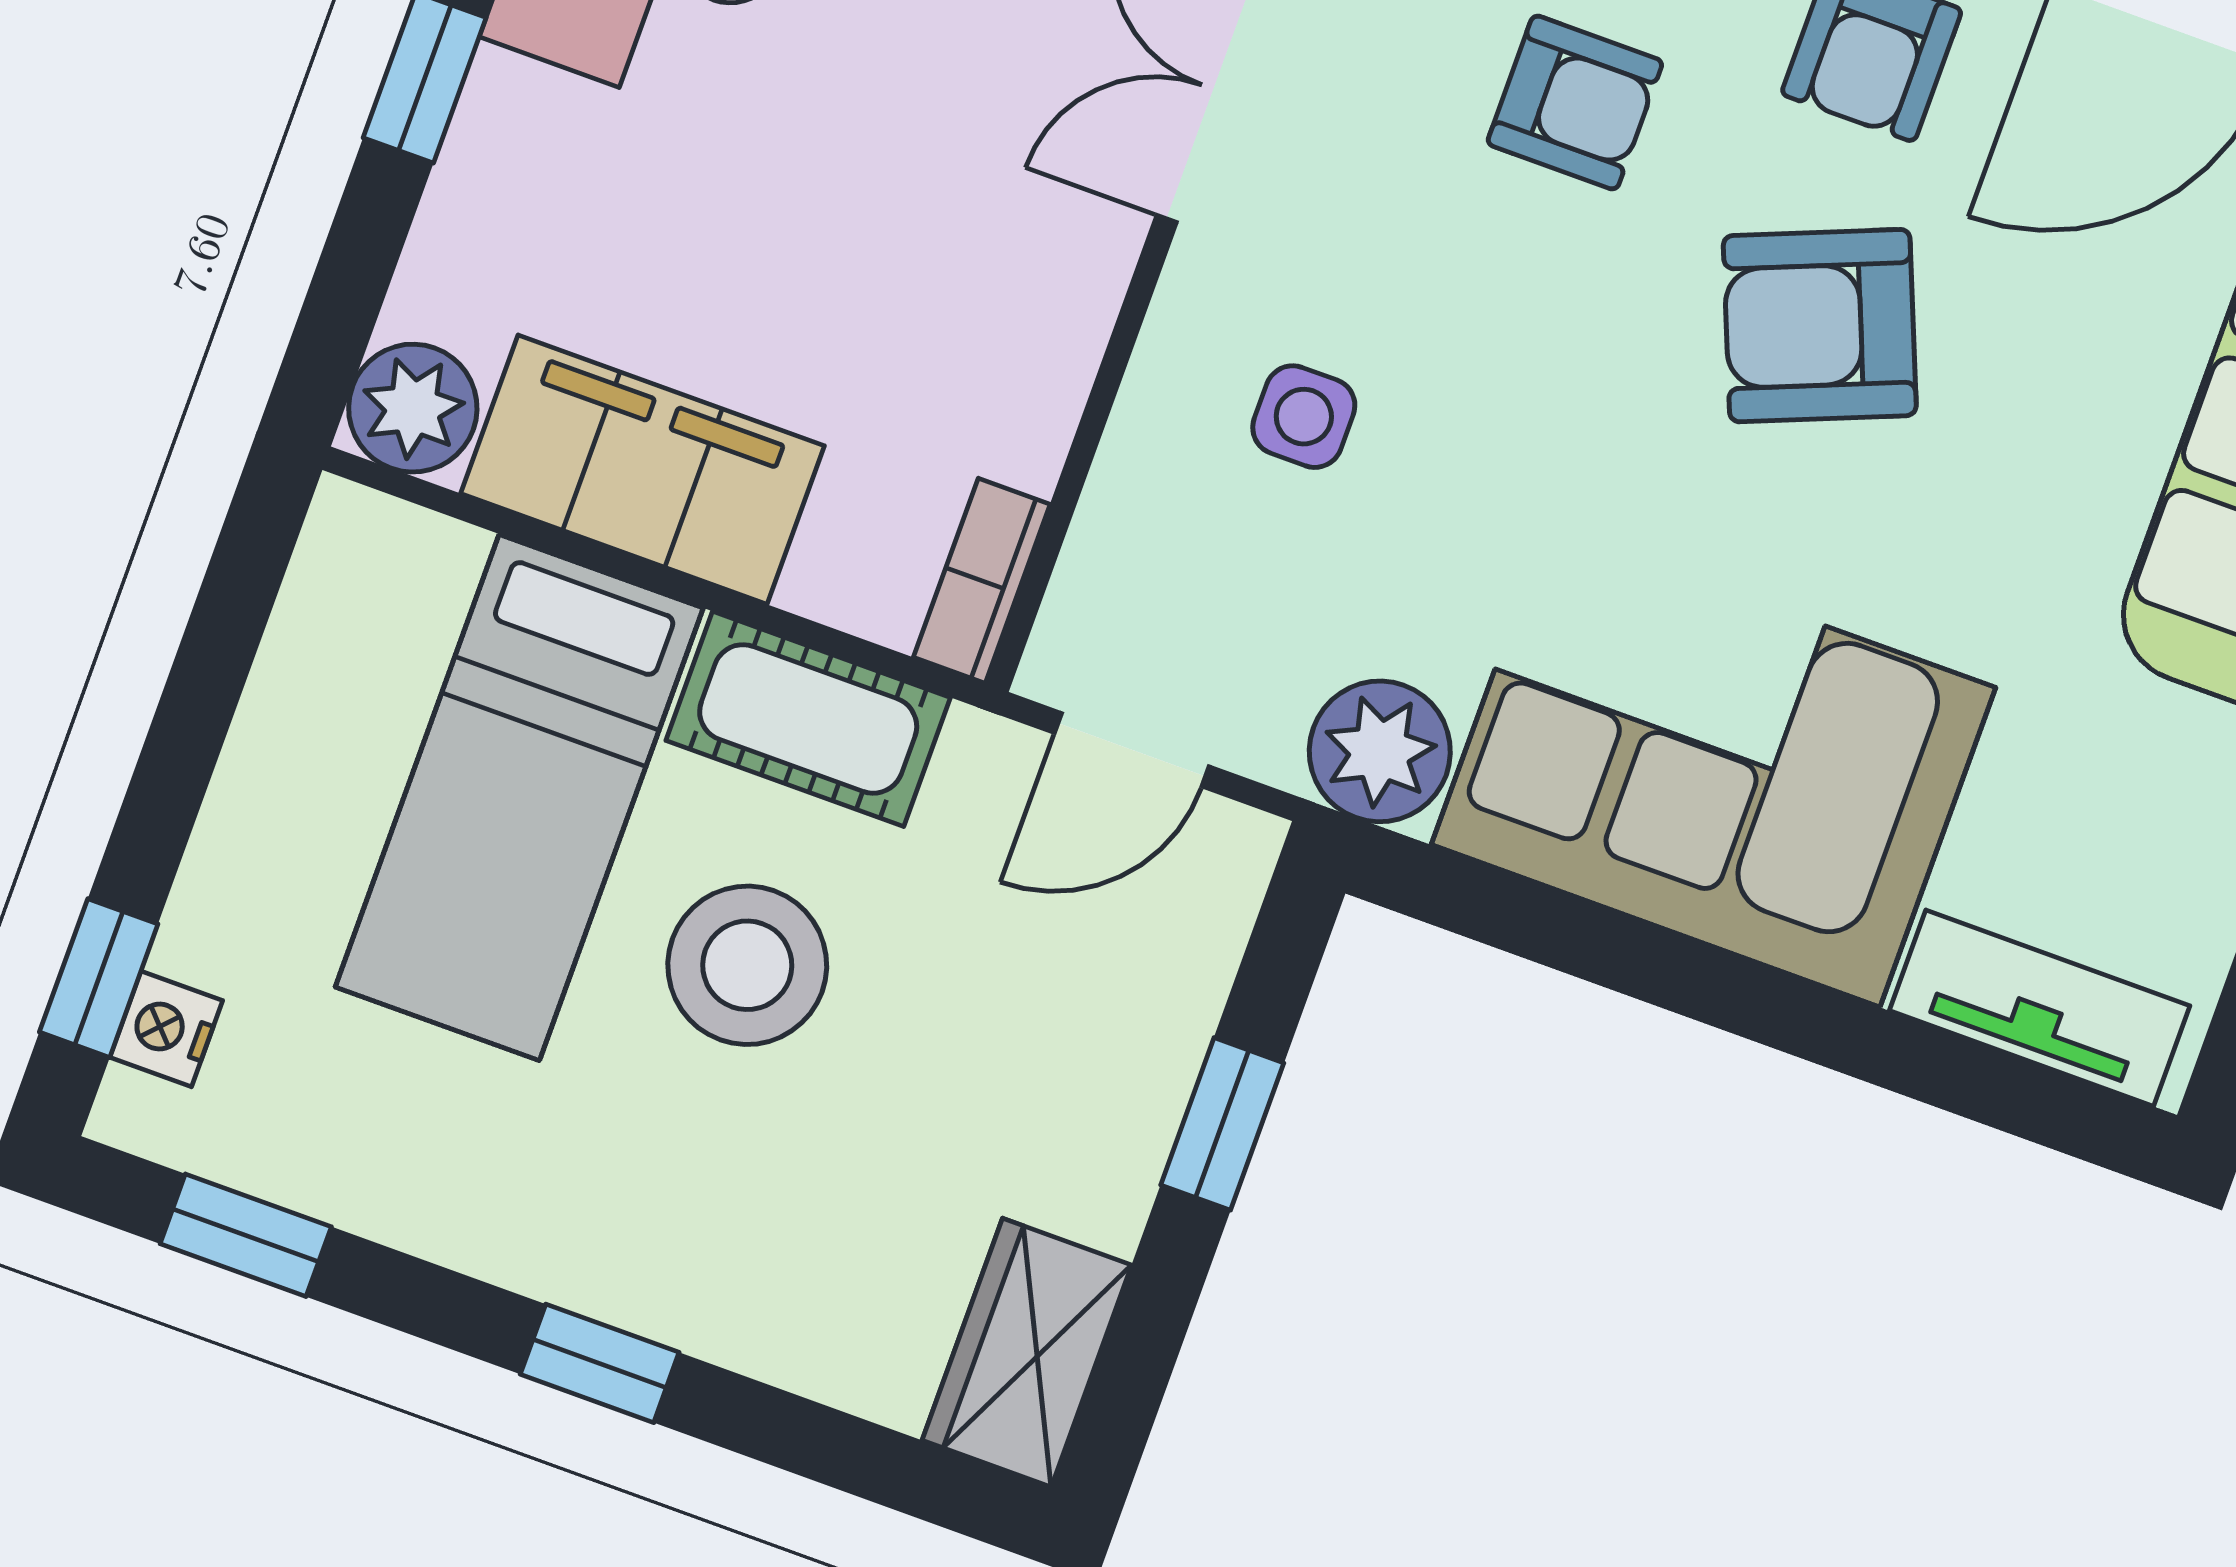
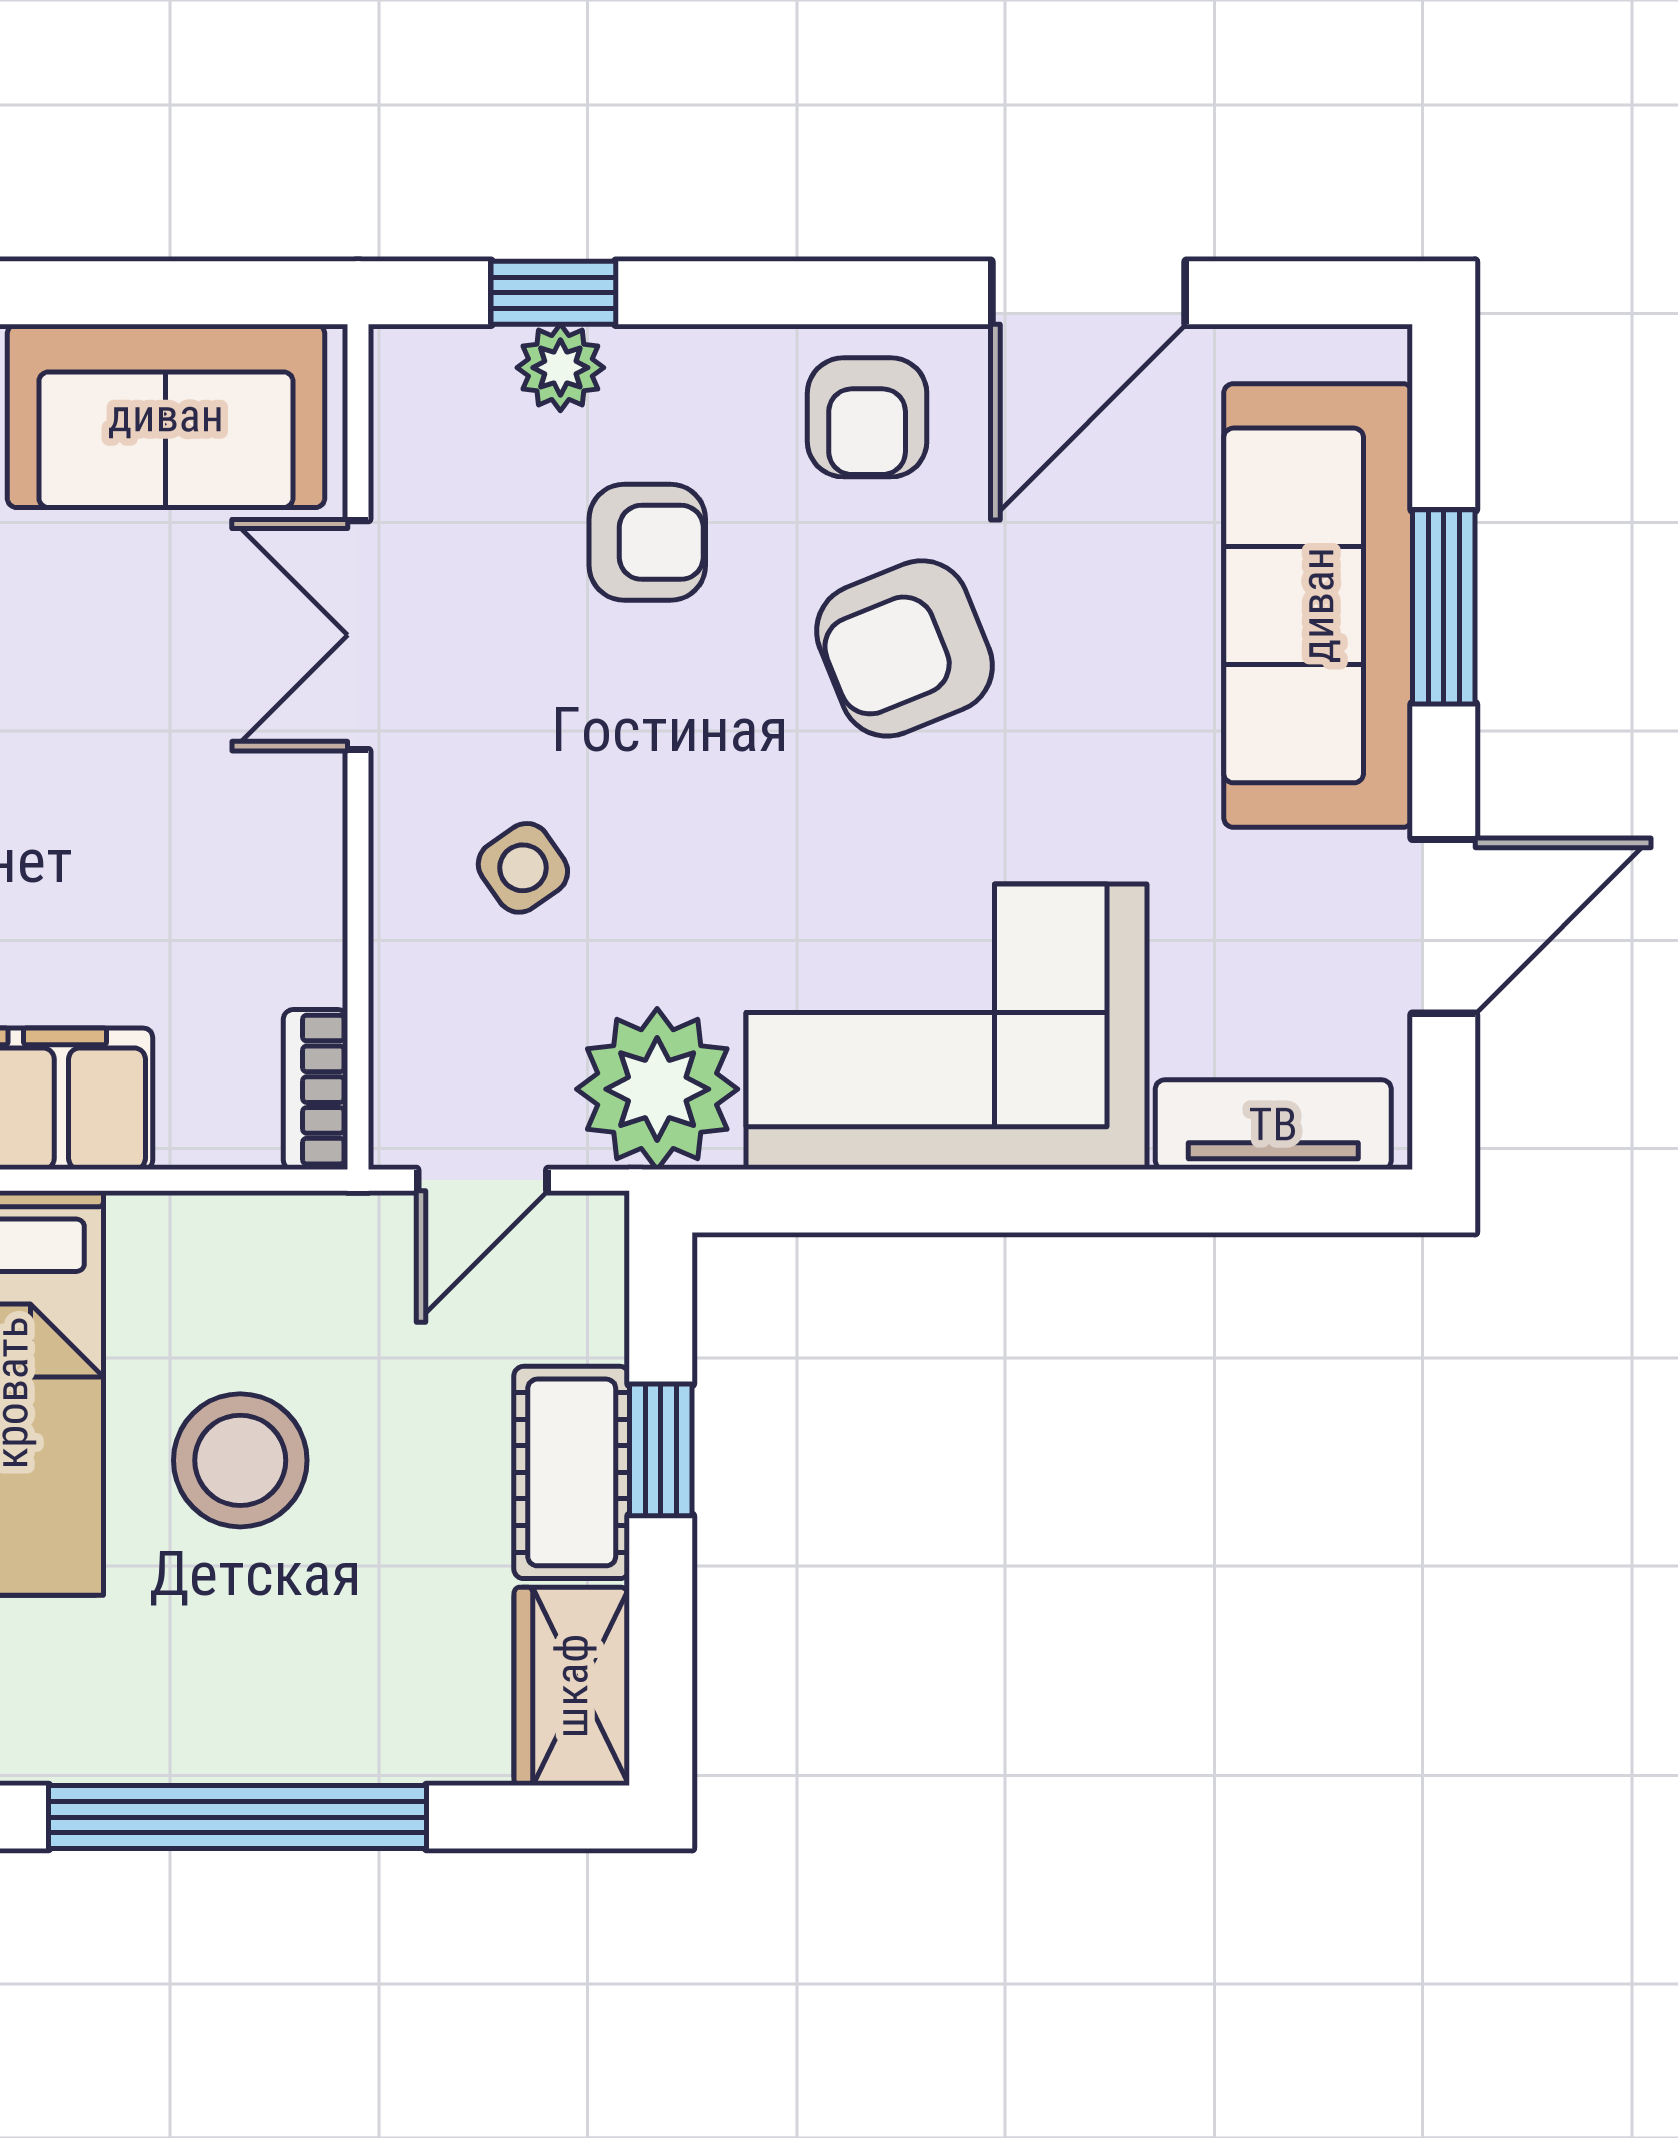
side table: (1304, 417) -> (523, 868), turned -35
cot: (808, 719) -> (572, 1472), moved, turned 90
plant: (1380, 751) -> (657, 1089), width x1.36, depth x1.36
window: (600, 1363) -> (238, 1817), width x3.17

